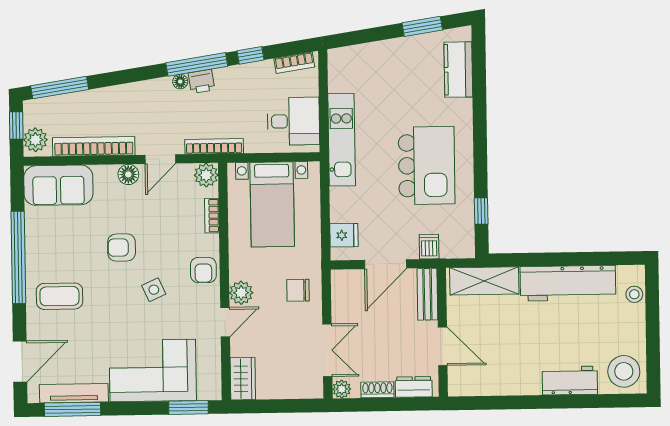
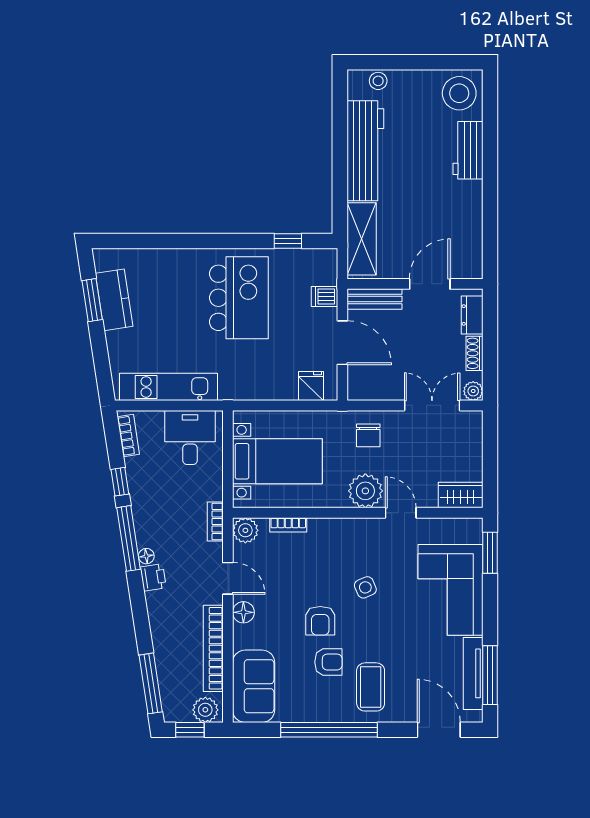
kitchen counter: (458, 70) -> (114, 300), moved, turned -99
printer: (201, 81) -> (153, 577), moved
kitchen unit: (342, 140) -> (169, 387), moved
bookcase: (214, 146) -> (215, 521), width x0.64
kitchen island: (427, 166) -> (239, 298), turned 90
armchair: (203, 270) -> (328, 662), moved
plant: (241, 293) -> (365, 491), width x1.36, depth x1.36

